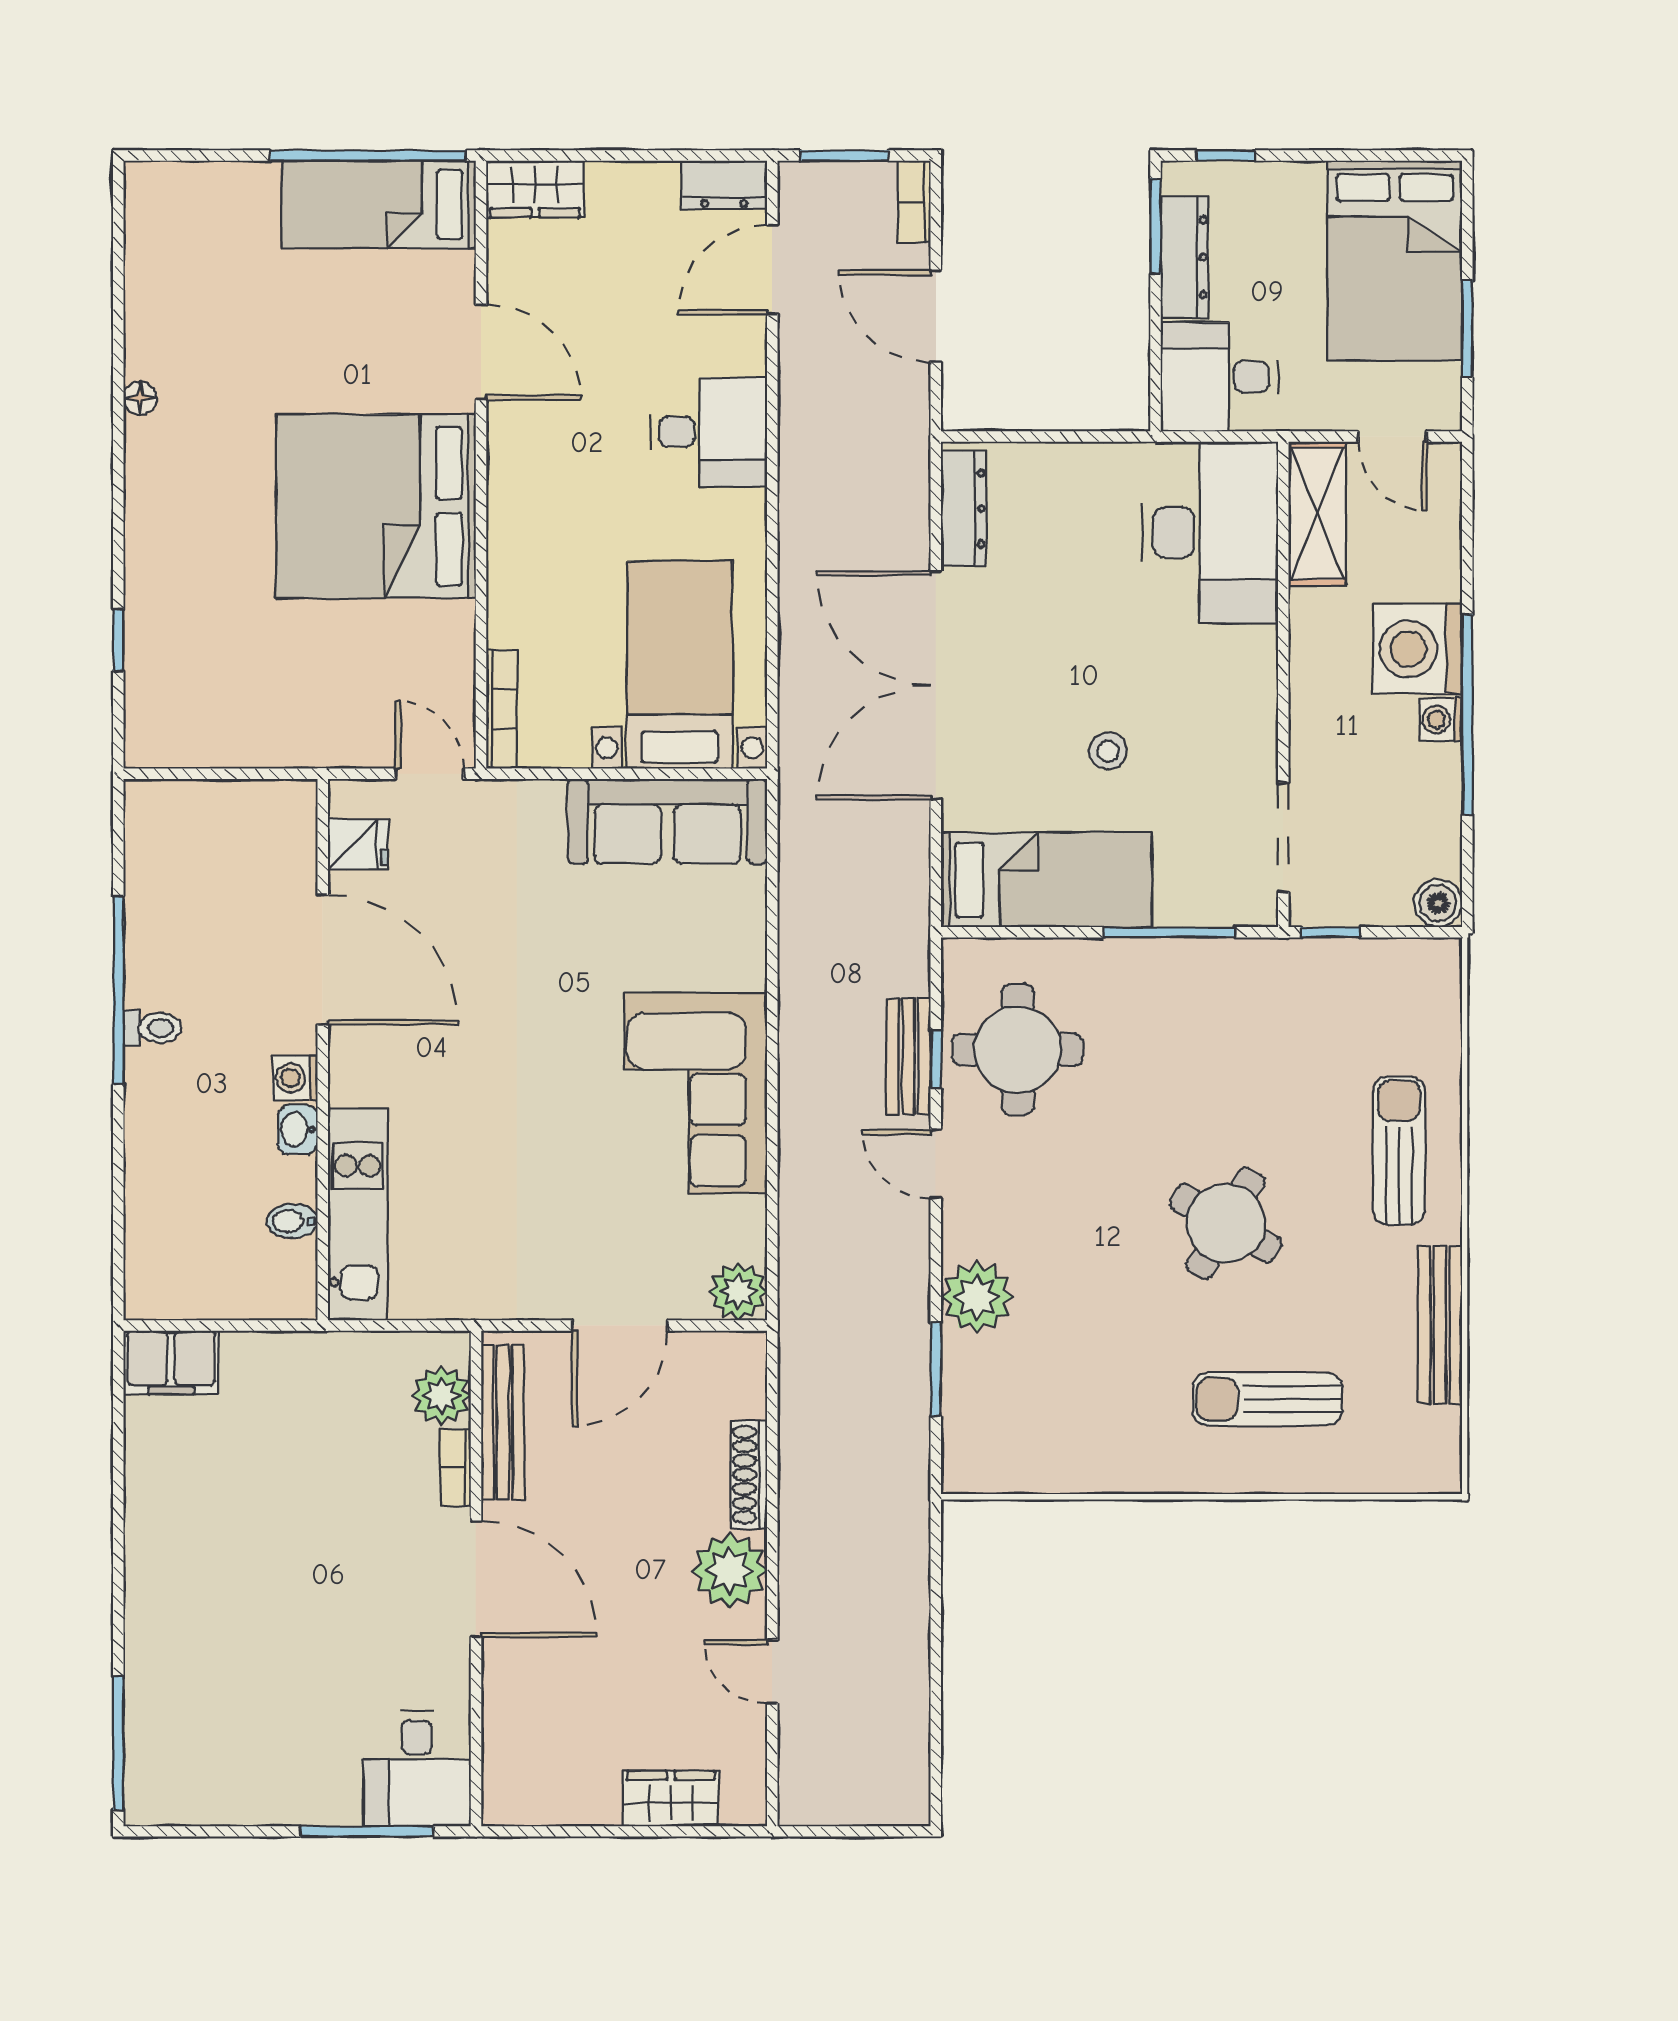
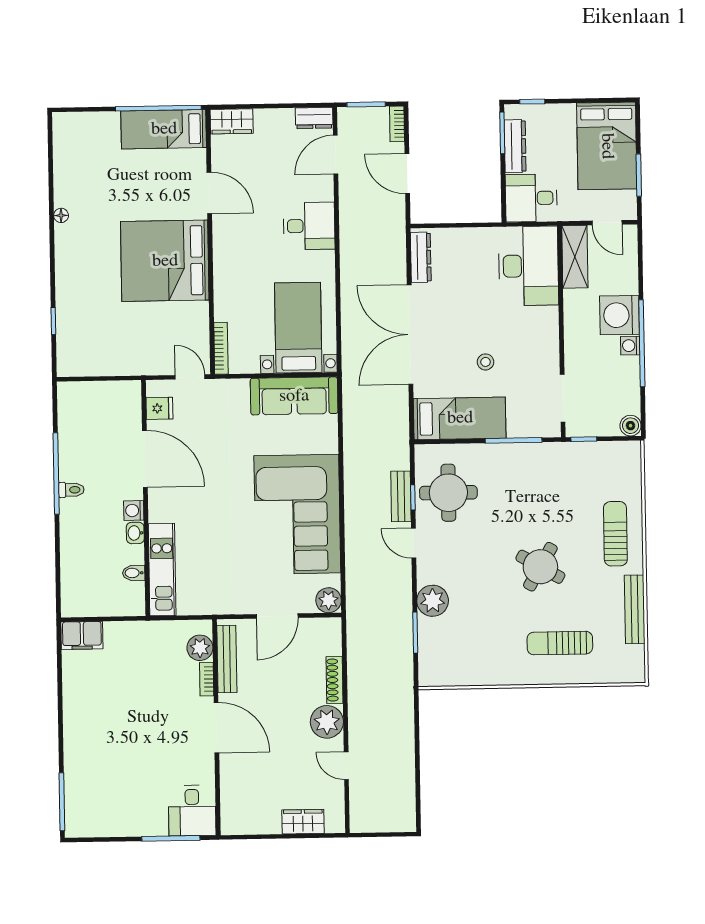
corner sofa: (696, 1093) -> (297, 514), width x1.36, depth x1.36

